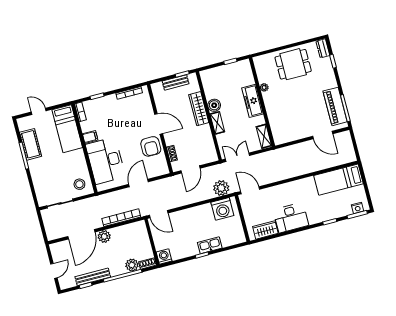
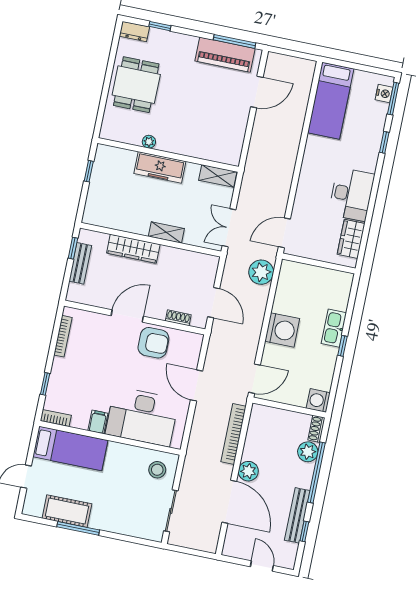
boiler: (214, 105) -> (139, 225), removed
washing machine: (222, 209) -> (282, 330), moved

